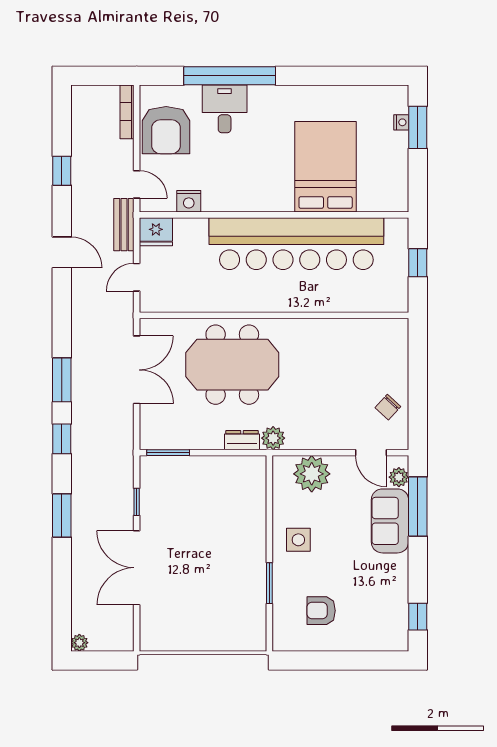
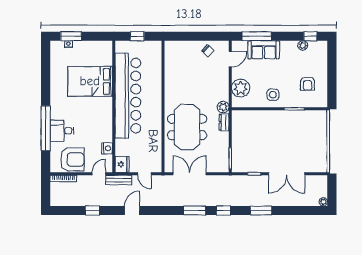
plant: (399, 477) -> (303, 45), moved

